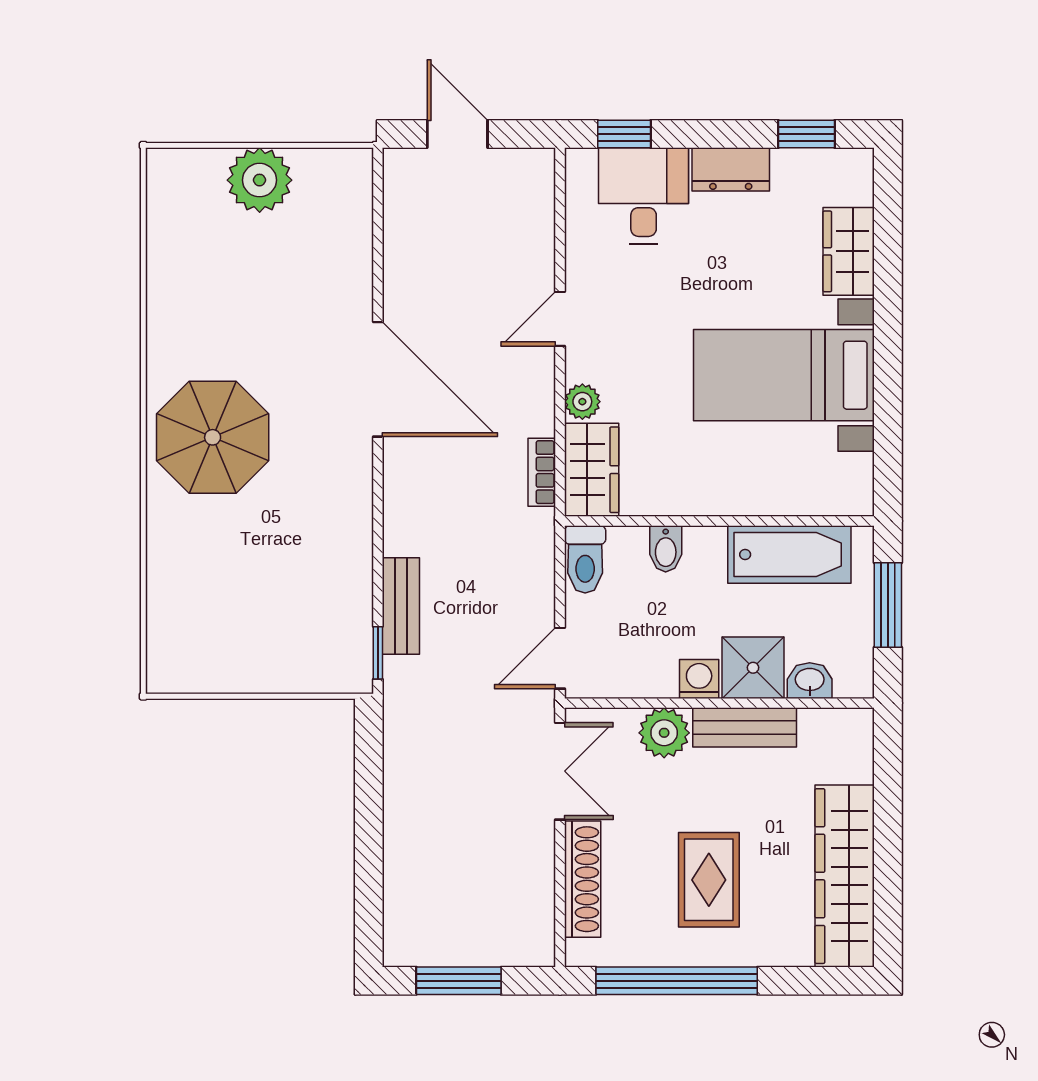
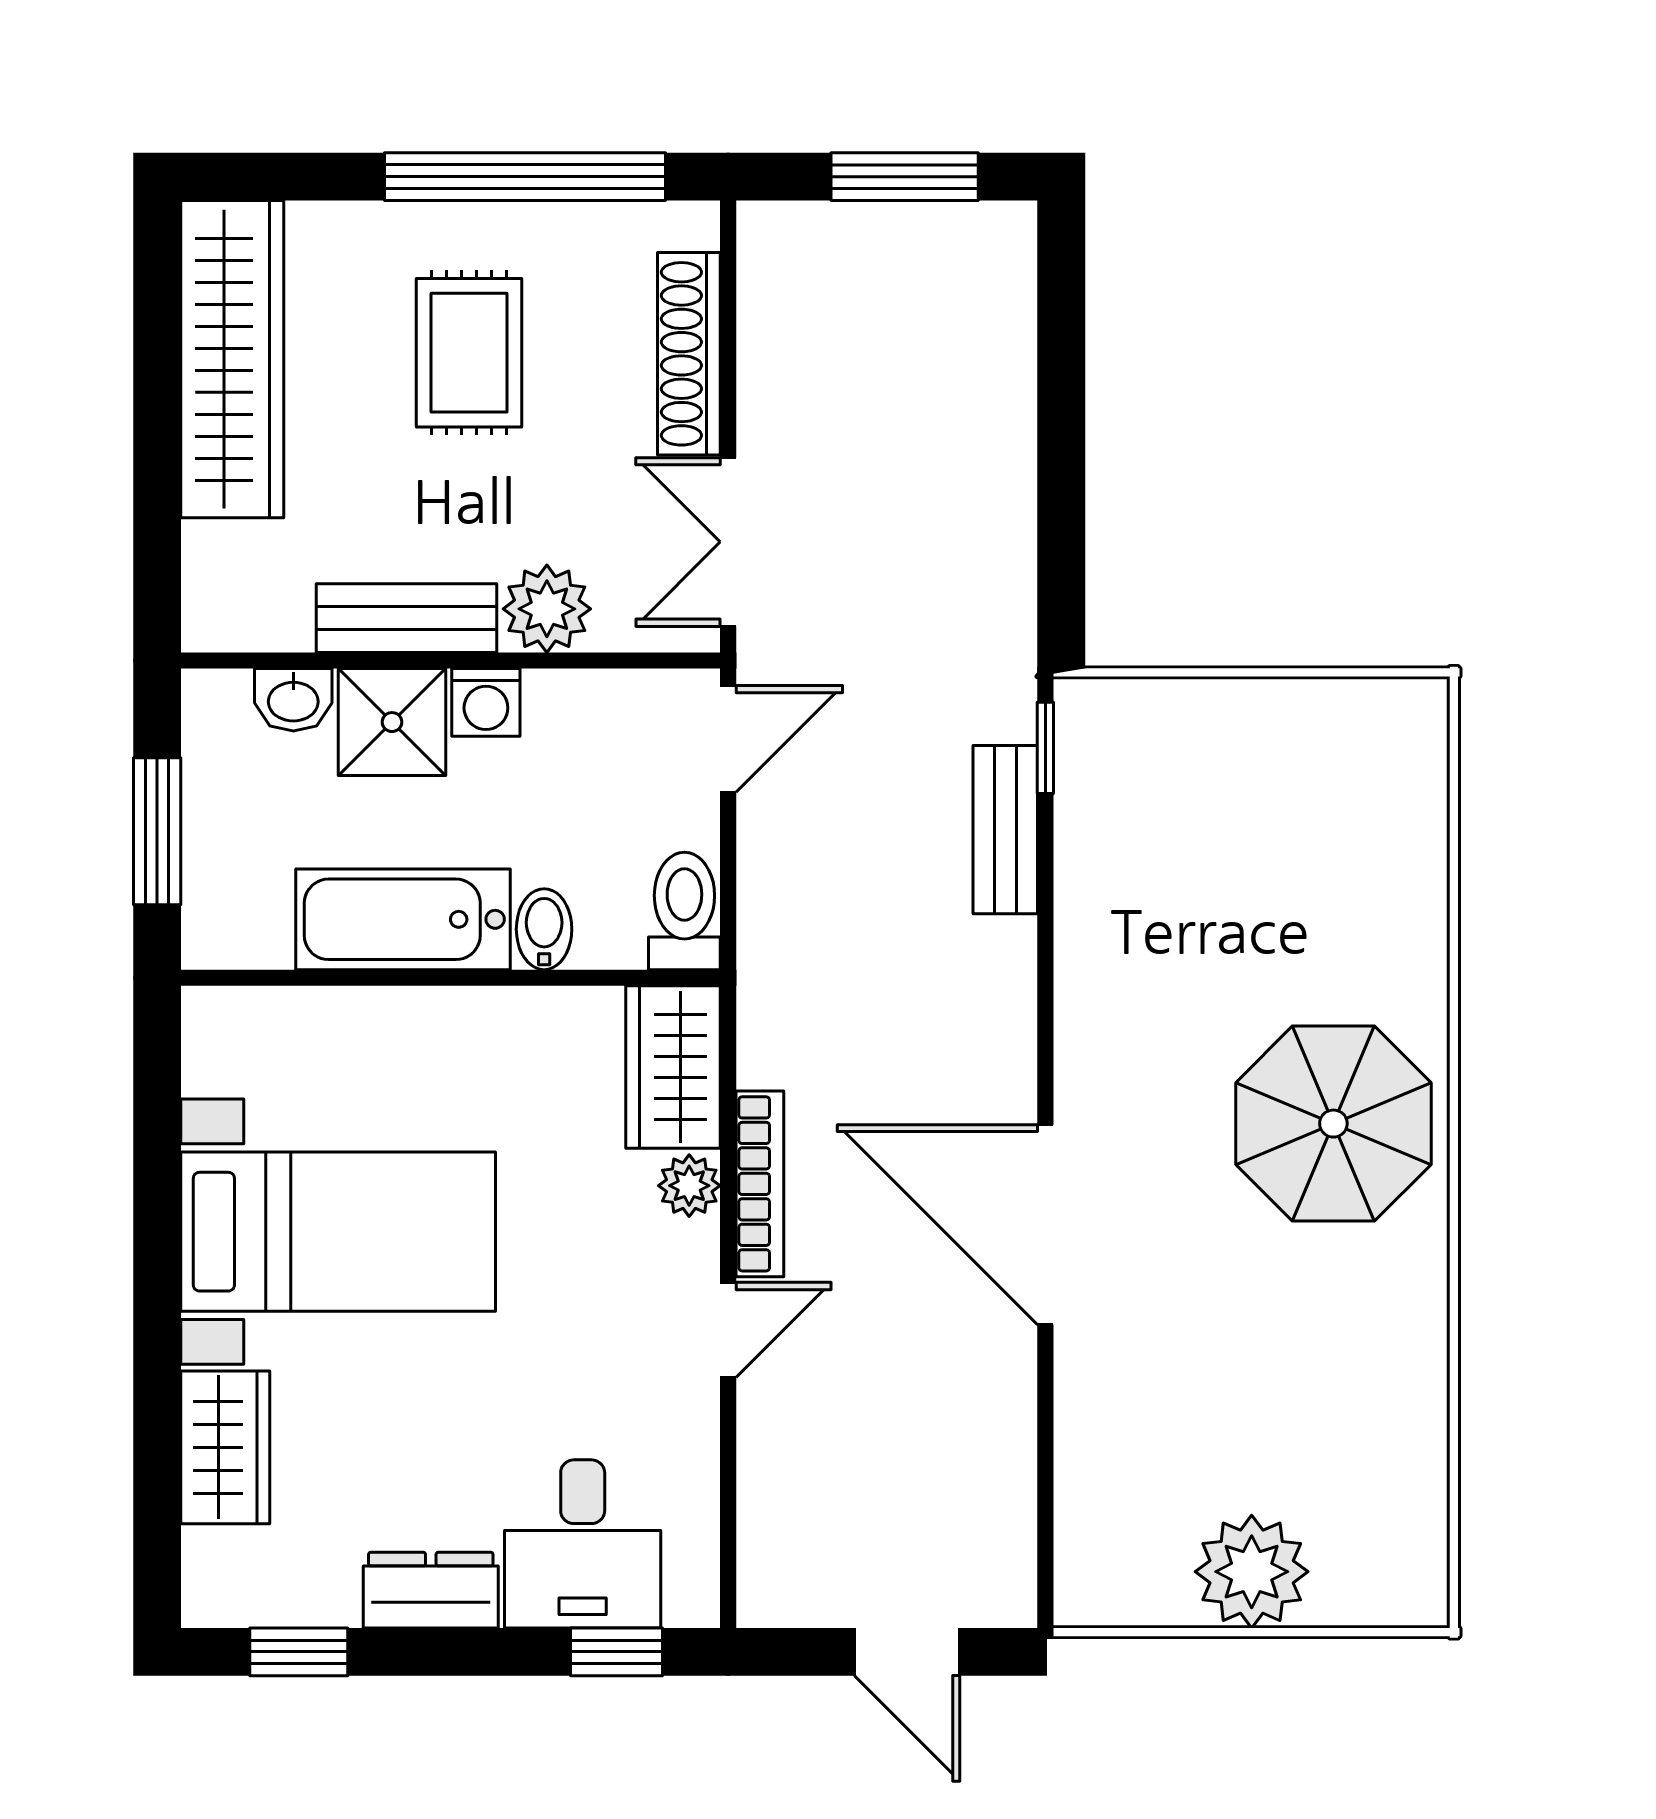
bookcase: (542, 472) -> (760, 1184), moved, width x1.56
bathtub: (789, 555) -> (403, 919), moved

